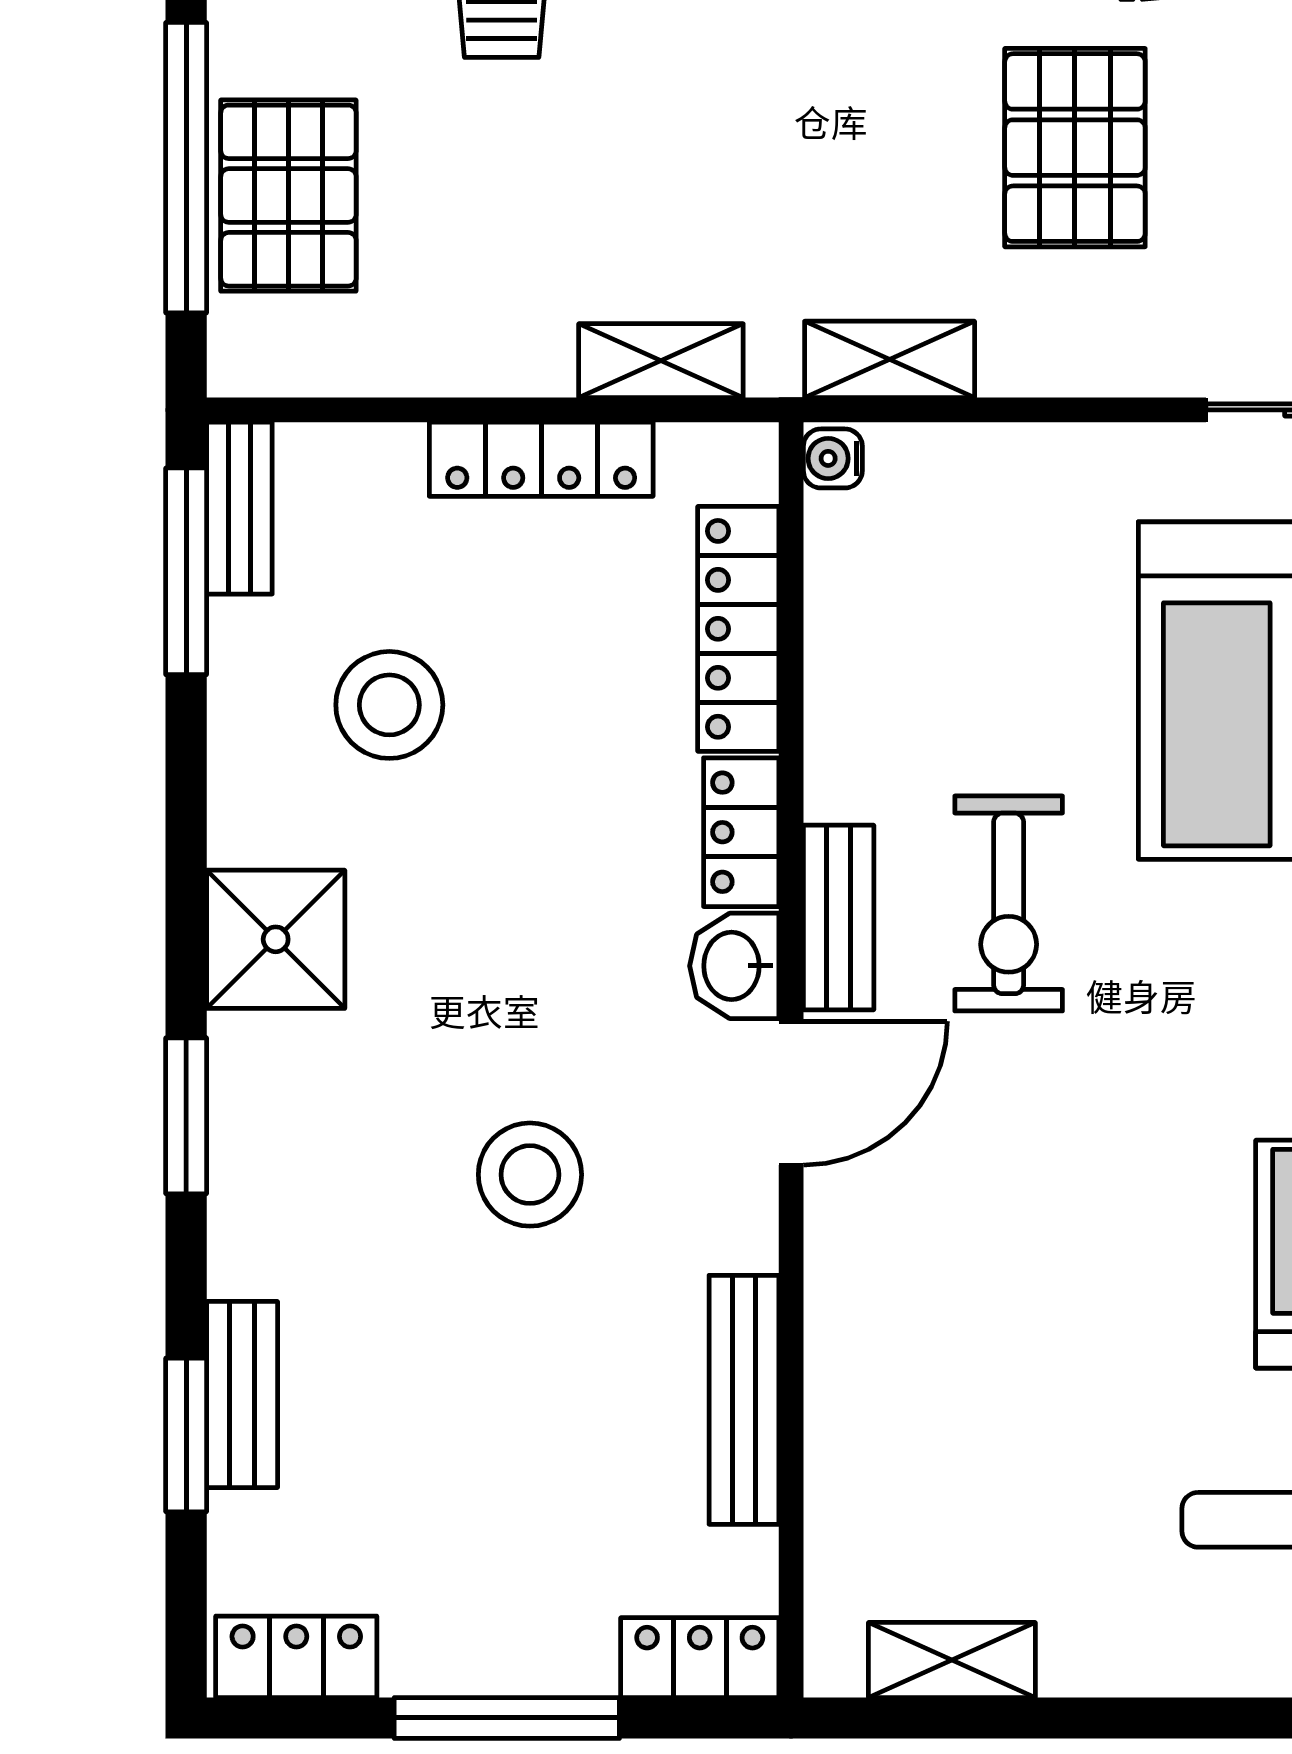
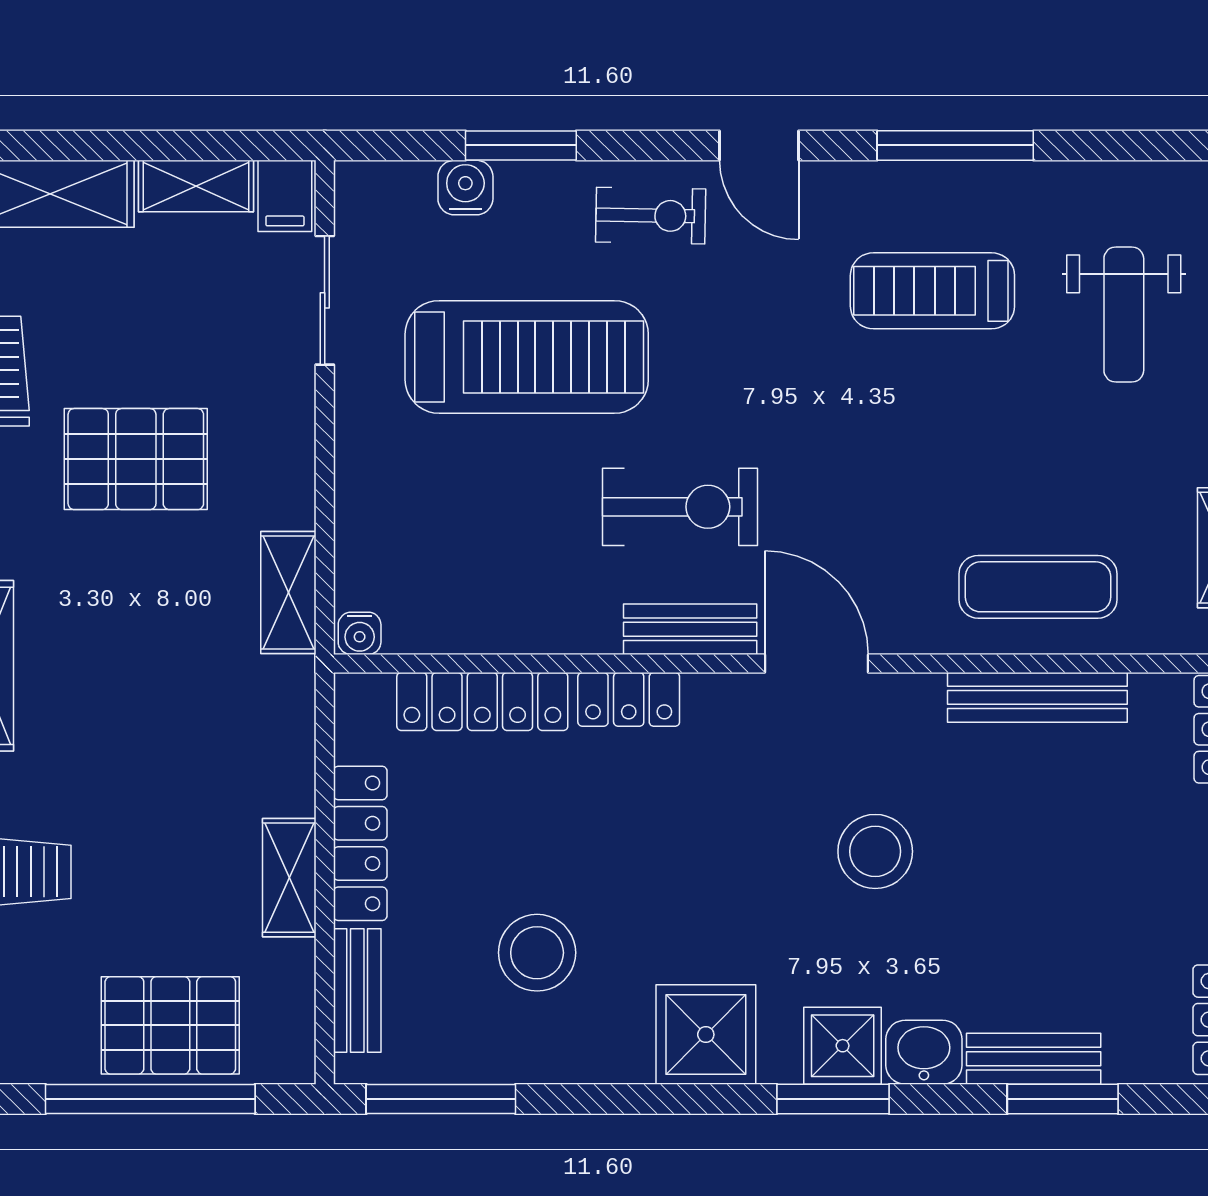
shelving: (661, 361) -> (289, 878), moved
bench: (239, 508) -> (357, 991), moved, turned 90
washbasin: (734, 966) -> (924, 1052), moved, turned 180
shower: (260, 1129) -> (843, 1046), added
exercise mat: (898, 1401) -> (1038, 587), added

